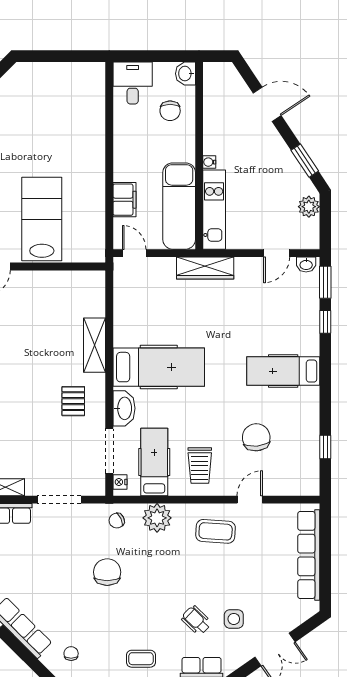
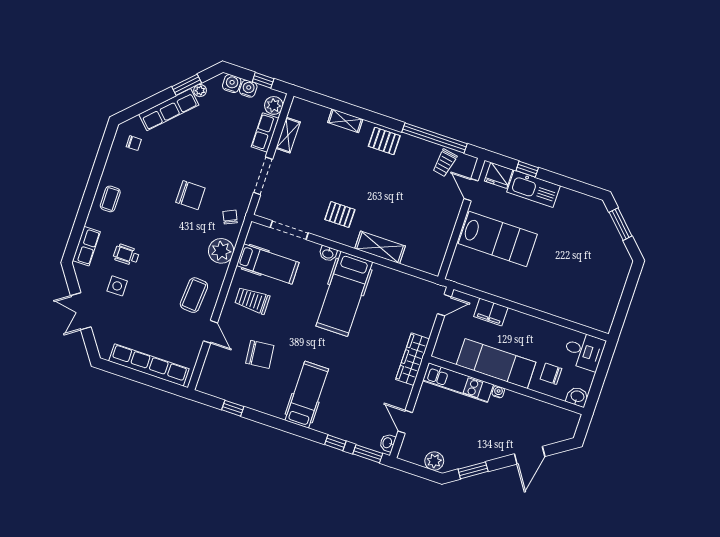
exam couch: (179, 206) -> (496, 364), moved
washbasin: (124, 408) -> (328, 254), width x0.52, depth x0.69
nightstand: (120, 482) -> (261, 230), removed
wheelchair: (196, 620) -> (126, 255), turned -134

